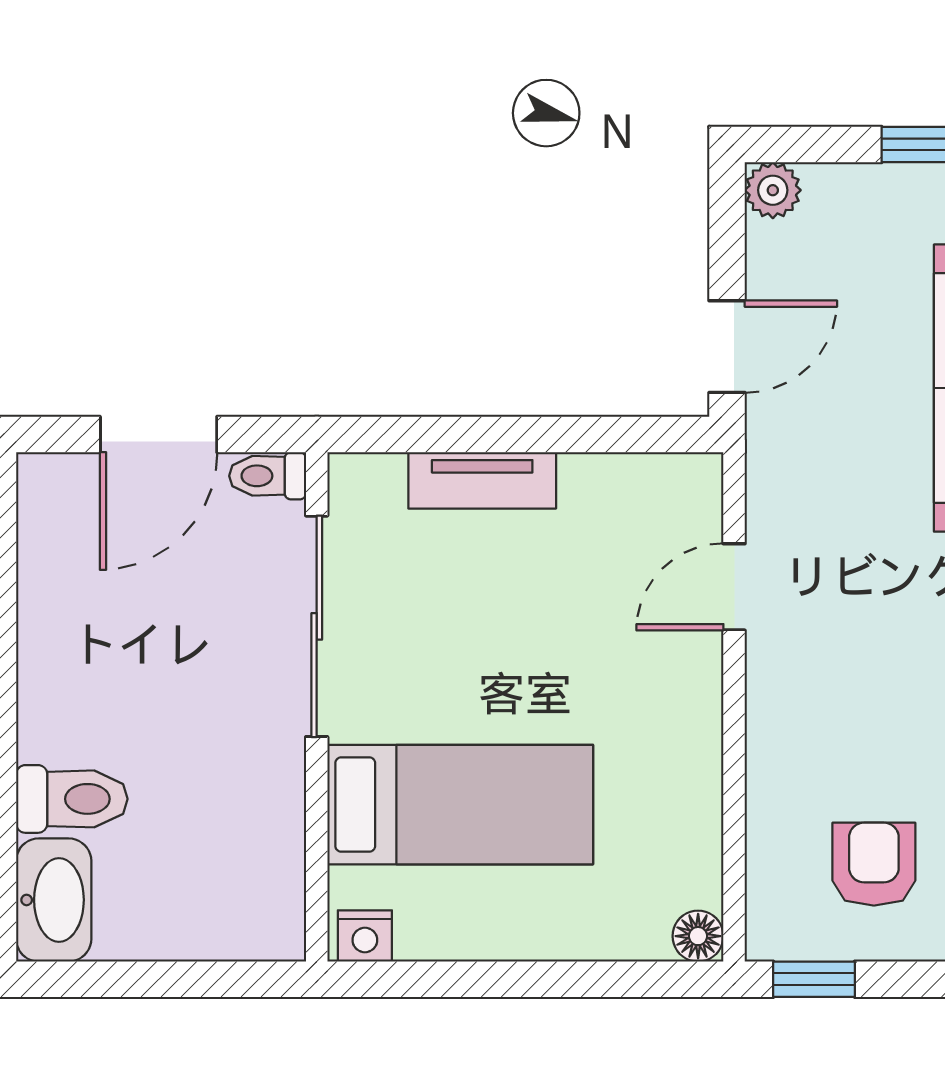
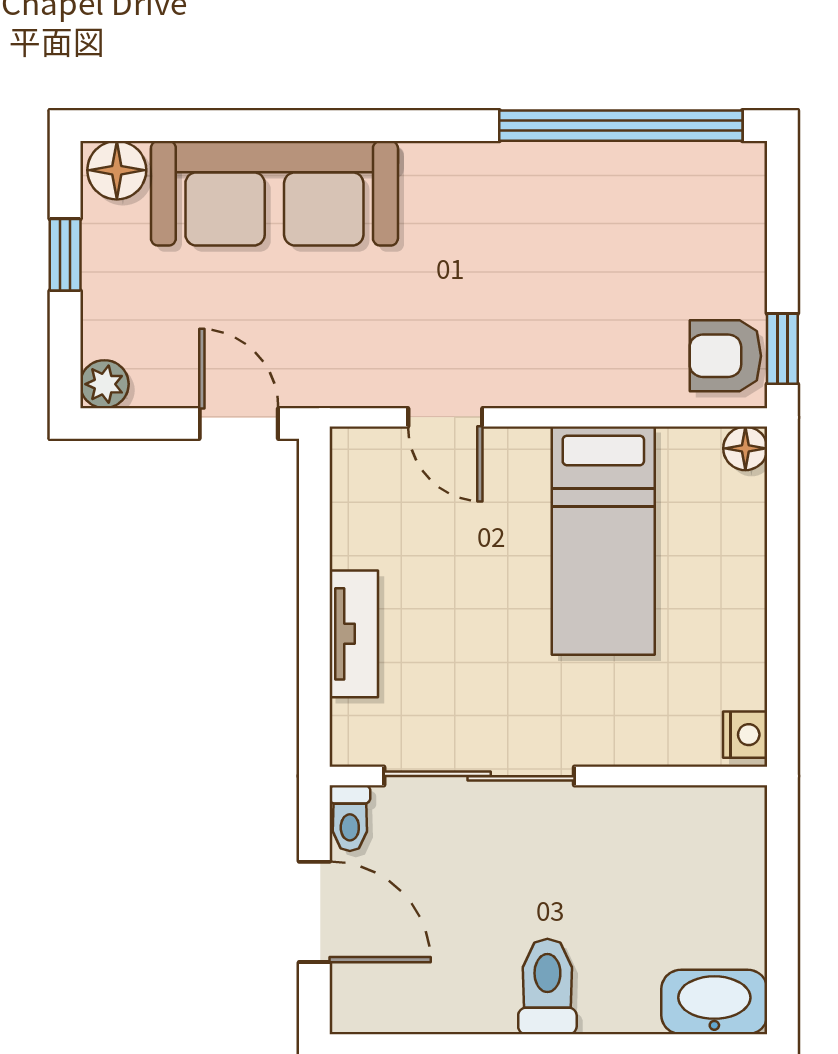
toilet: (72, 799) -> (547, 986), moved
bed: (460, 805) -> (603, 541), moved, turned 180
armchair: (874, 864) -> (725, 356), moved

